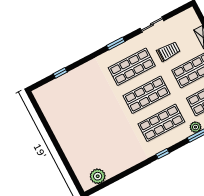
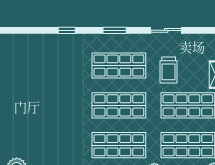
trolley: (168, 51) -> (169, 70), turned 90
window: (60, 73) -> (67, 30), moved

